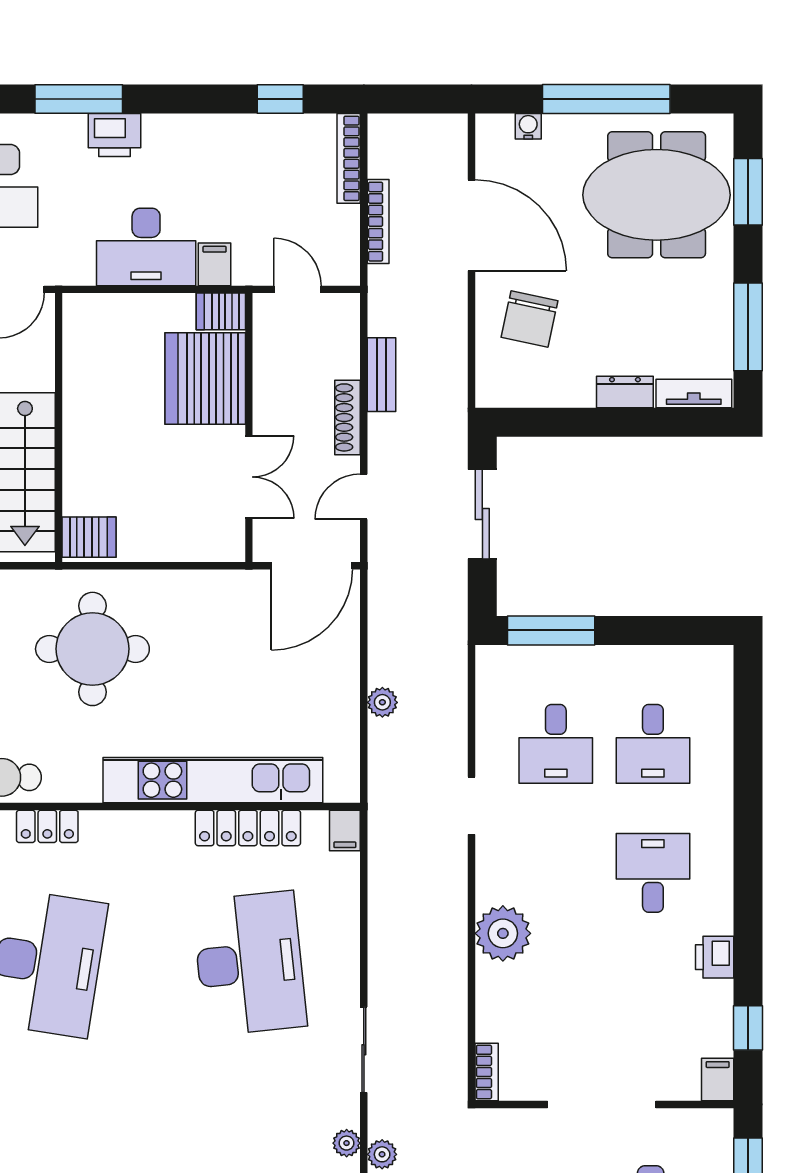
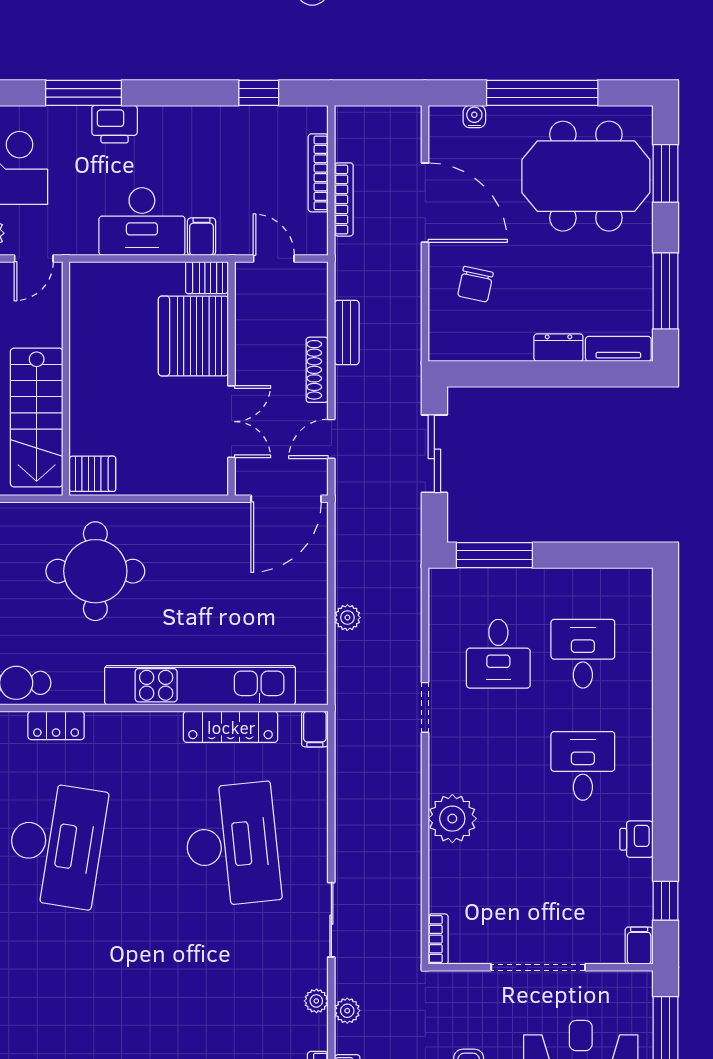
bookcase: (349, 158) -> (318, 173), moved
chair: (530, 319) -> (475, 284), width x0.73, depth x0.73
desk: (653, 744) -> (583, 654), turned 180

